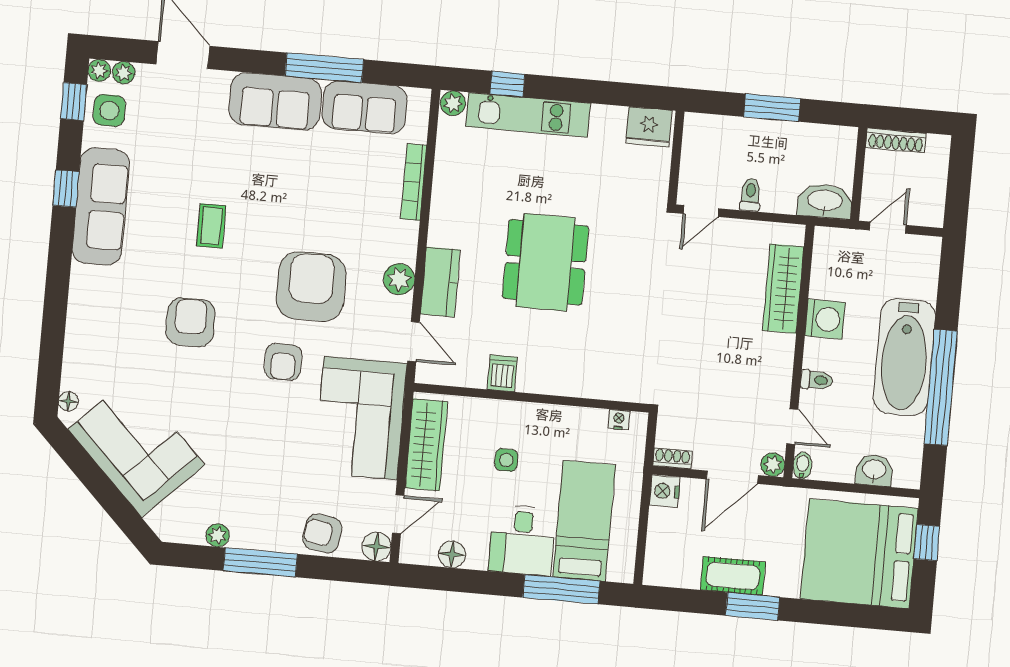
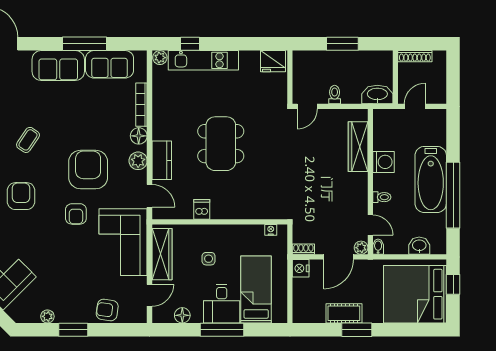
coffee table: (211, 226) -> (28, 140), turned 34
floor lamp: (376, 547) -> (139, 136), moved
window: (260, 562) -> (73, 330), width x0.69
window: (561, 589) -> (222, 330), moved

